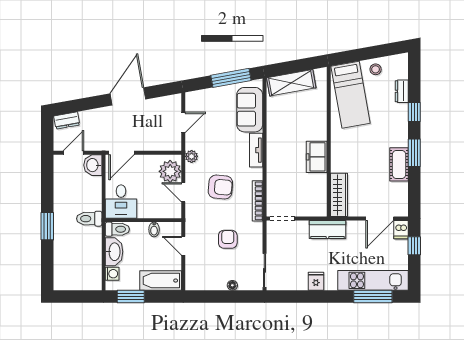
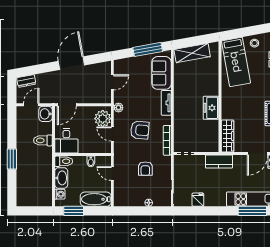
toilet: (89, 219) -> (43, 140), moved
armchair: (228, 239) -> (145, 169), turned 180
fridge: (316, 281) -> (198, 200), moved

